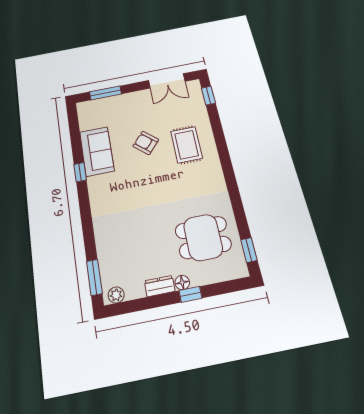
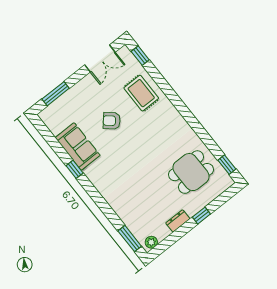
rug: (187, 145) -> (141, 93), moved
floor lamp: (182, 283) -> (192, 211), removed

